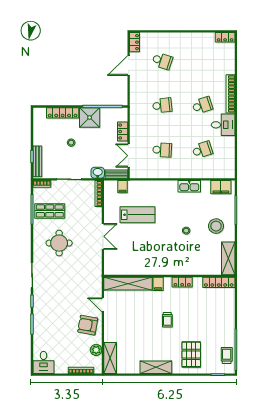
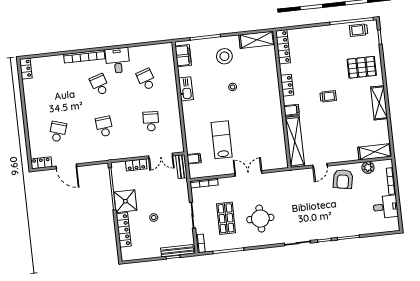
washbasin: (98, 173) -> (182, 186), removed
shop shelf: (50, 211) -> (226, 218), moved
desk: (43, 362) -> (386, 207), moved

